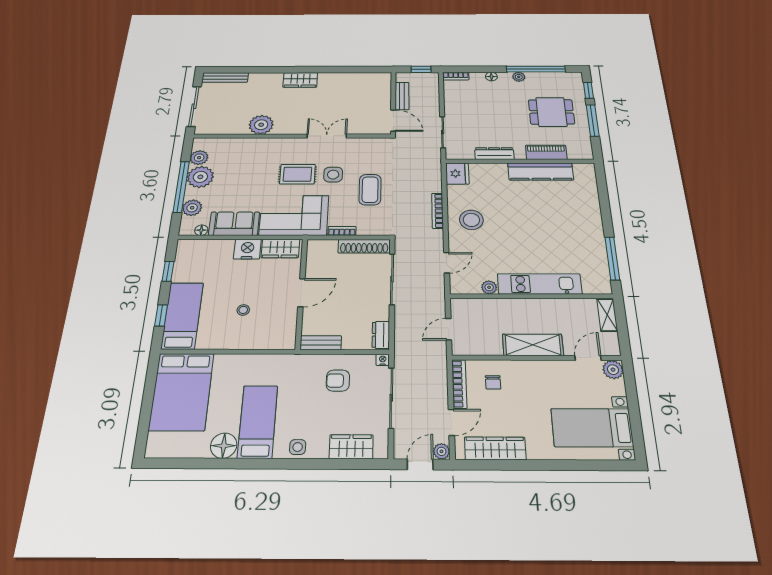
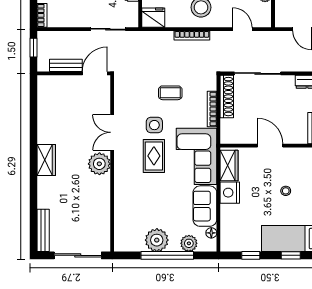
plant: (261, 125) -> (99, 164), moved
plant: (199, 158) -> (136, 244), removed
coffee table: (370, 190) -> (170, 93), width x0.73, depth x0.77
bookcase: (342, 231) -> (212, 109), width x1.56

